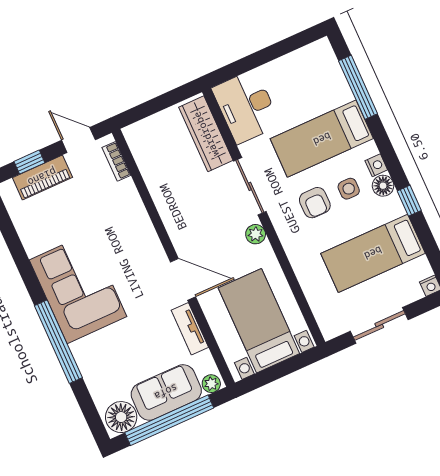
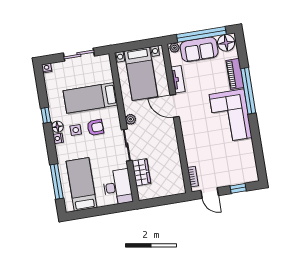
wardrobe: (206, 134) -> (141, 172), width x0.67
bed: (322, 139) -> (82, 184), moved, turned -90
piano: (42, 177) -> (235, 74), moved, turned -90
armchair: (315, 203) -> (95, 127), turned 88
bed: (373, 253) -> (90, 98), moved, turned 180

